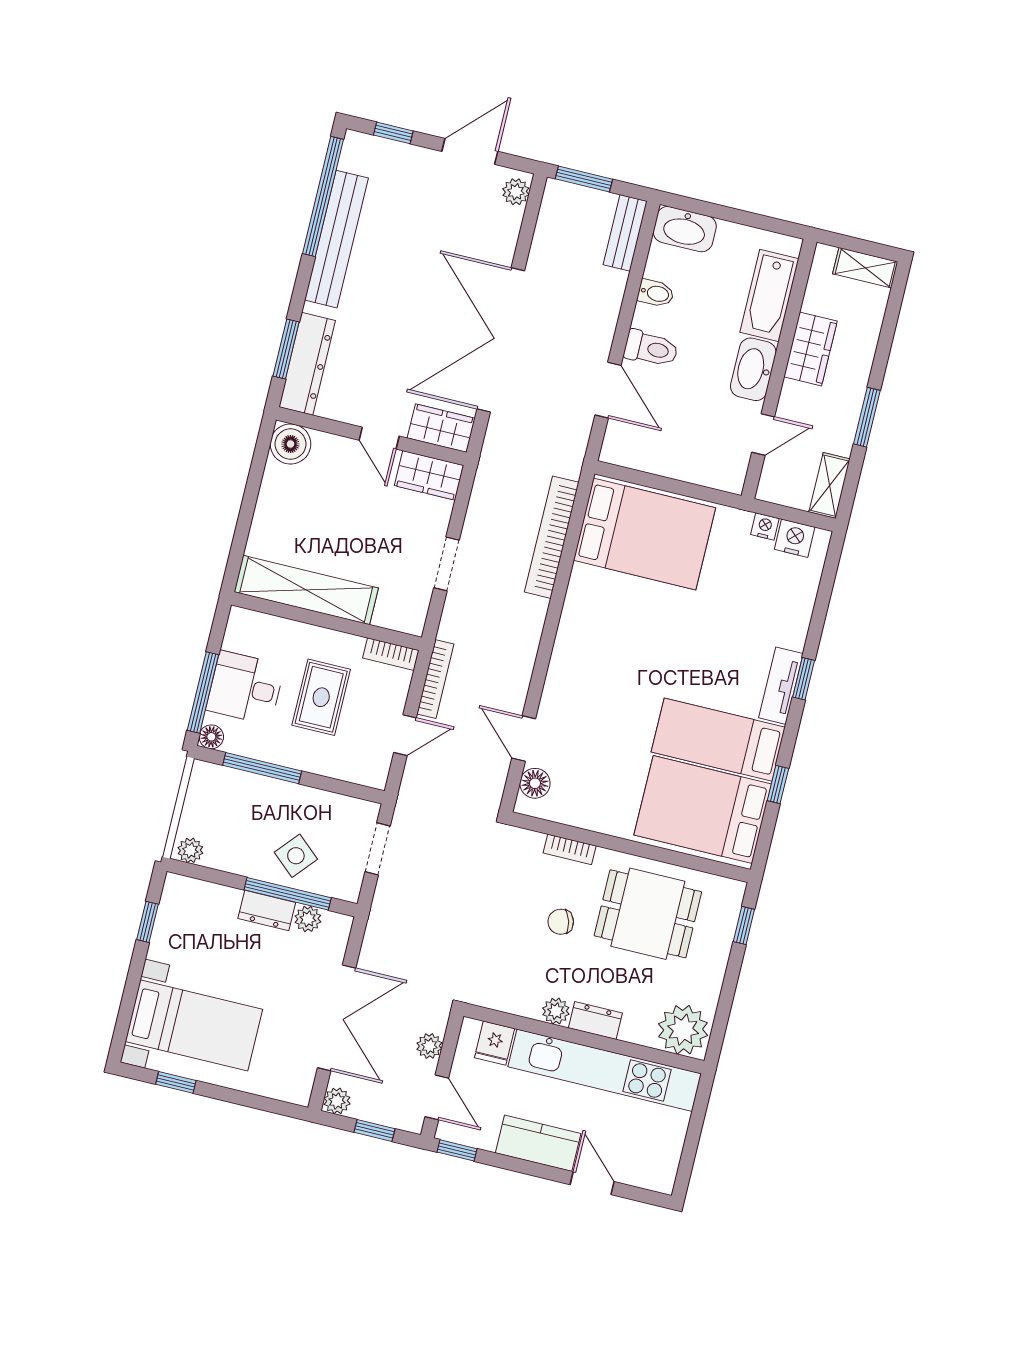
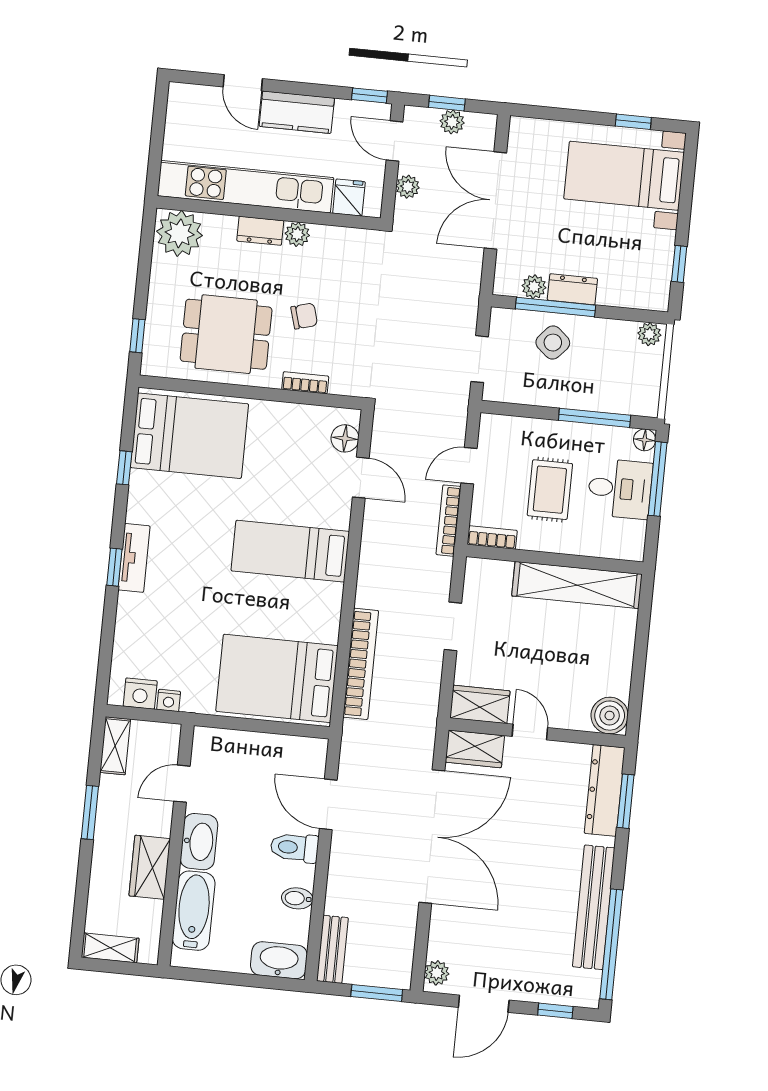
bed: (718, 740) -> (290, 551), moved, turned 180
plant: (337, 1101) -> (452, 122), moved

